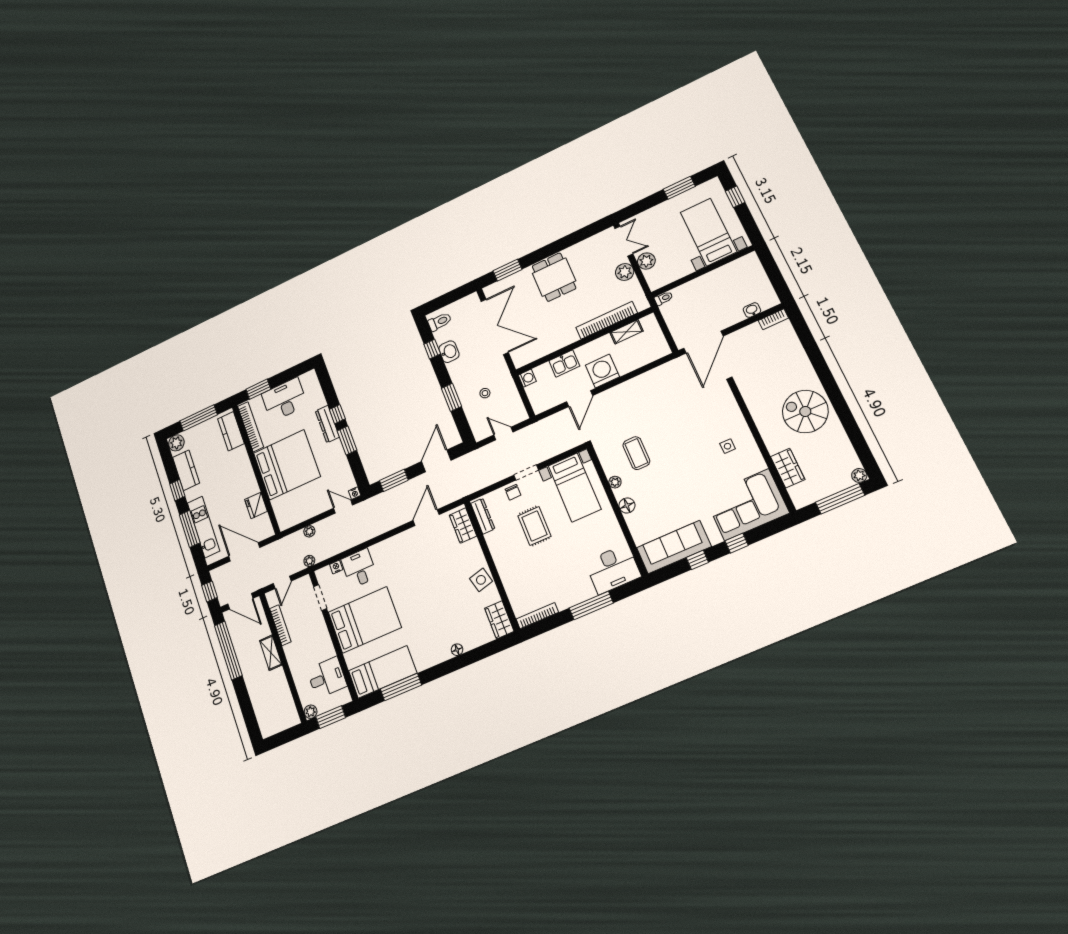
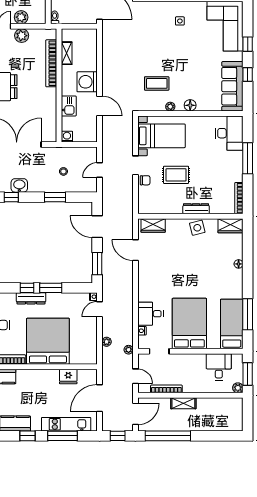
dresser: (483, 516) -> (196, 209), moved

